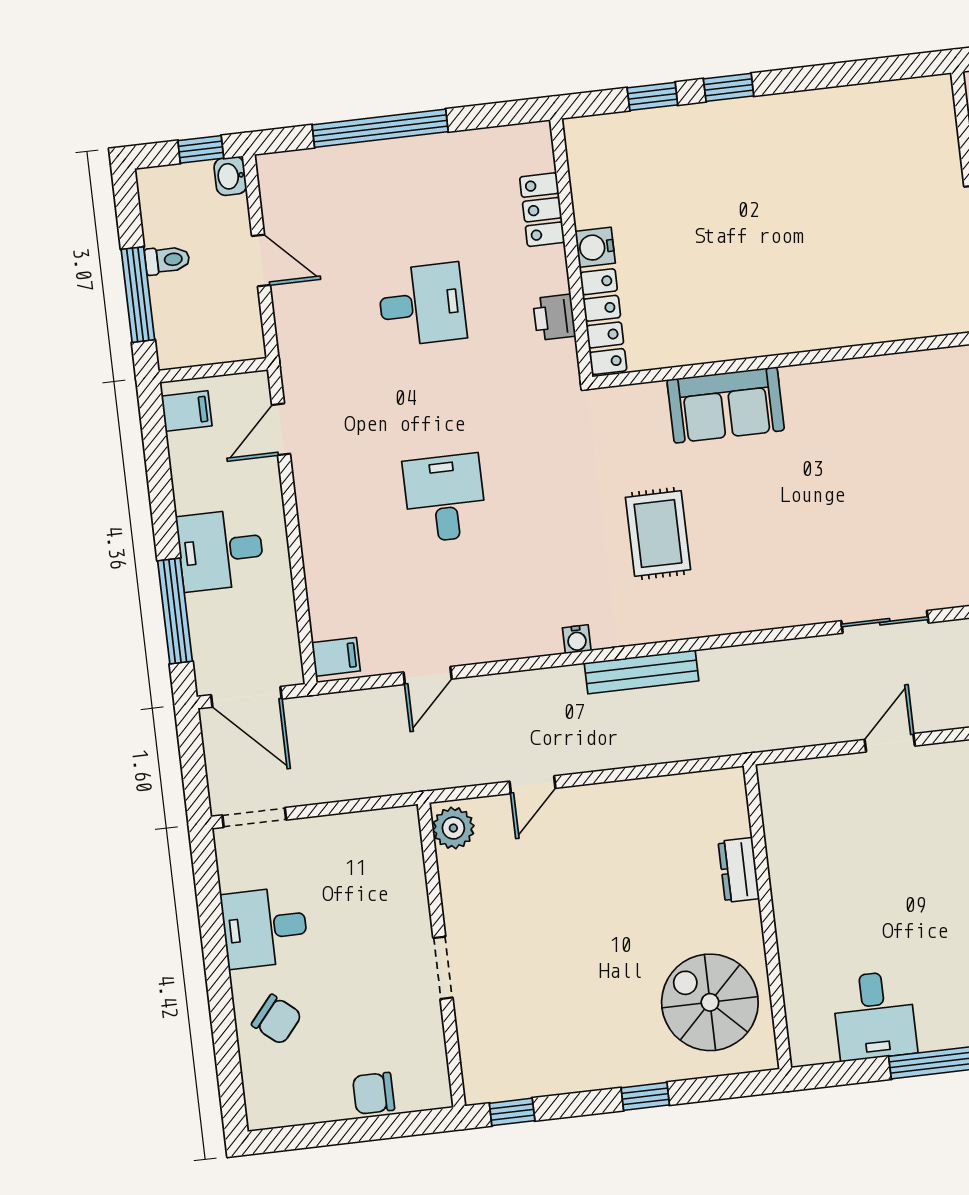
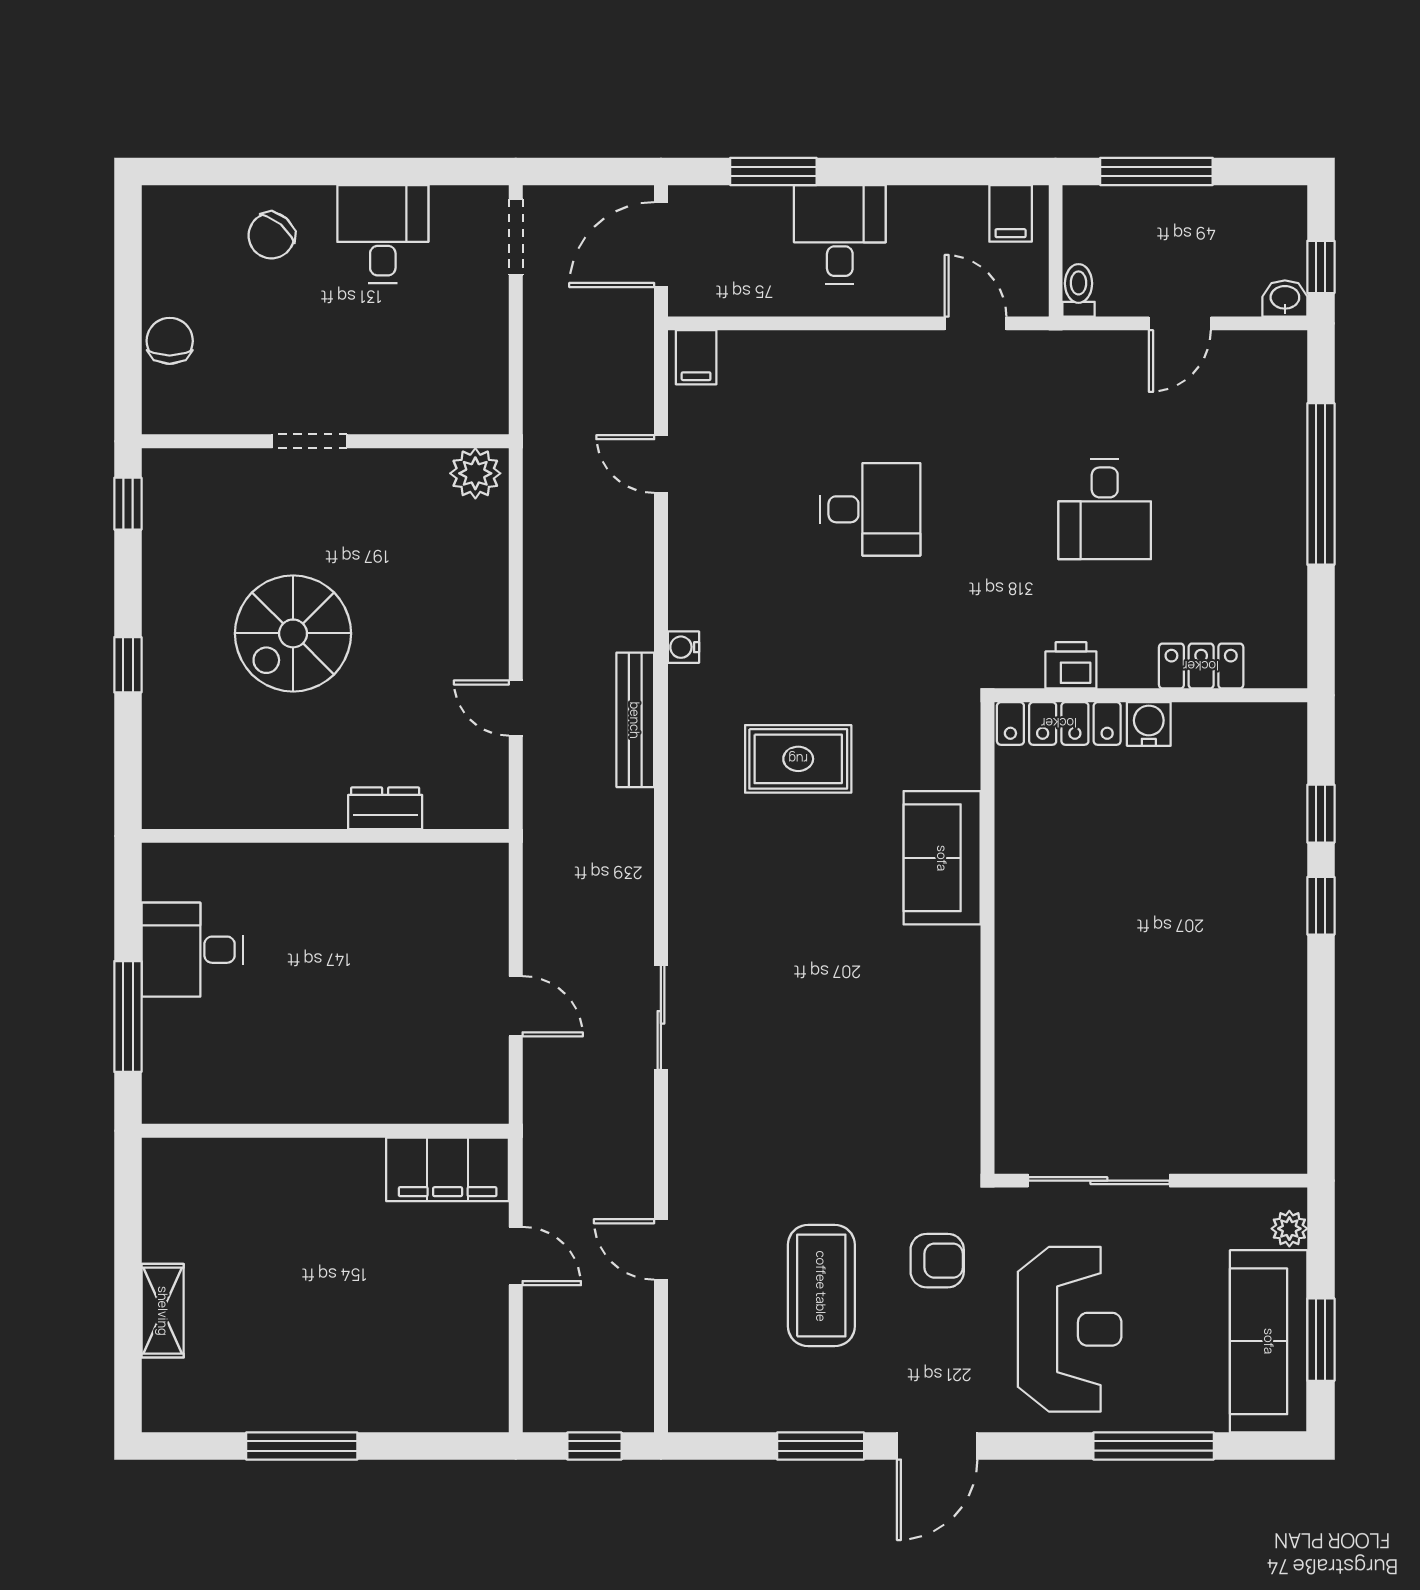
toilet: (167, 260) -> (1079, 290), moved, turned 180
window: (175, 611) -> (773, 171), width x0.69
door: (532, 785) -> (516, 708), moved
spiral stairs: (710, 1002) -> (293, 633), moved, turned 180

